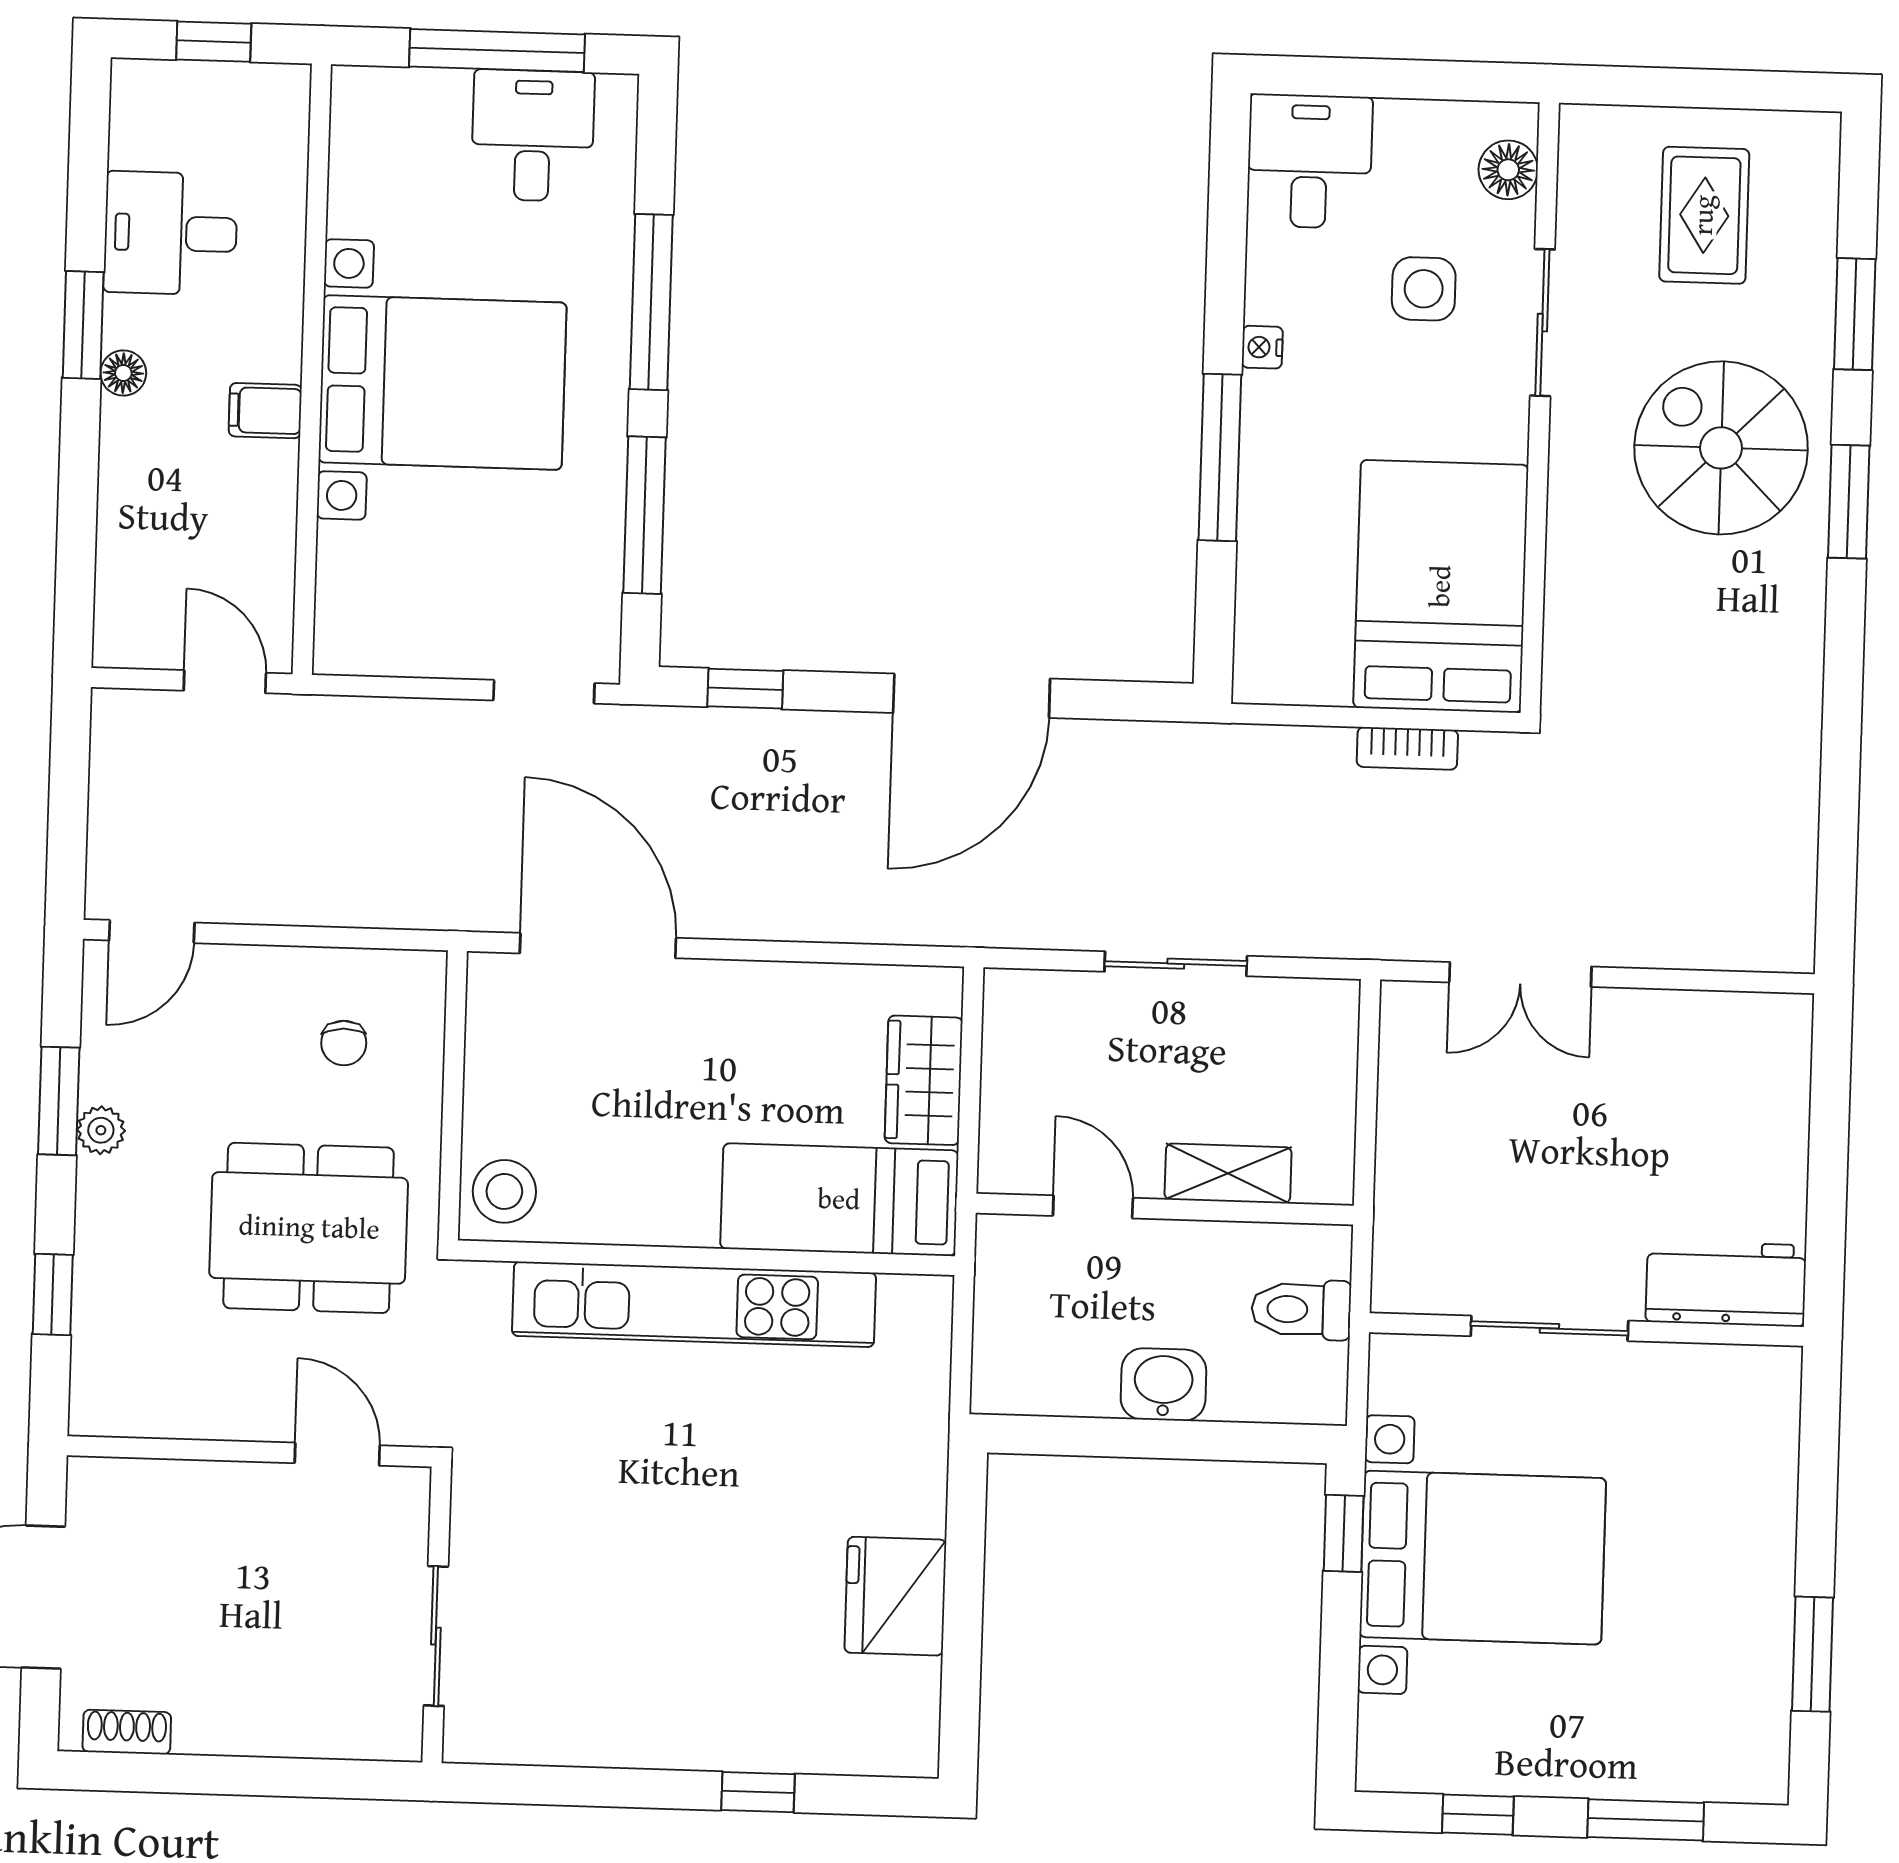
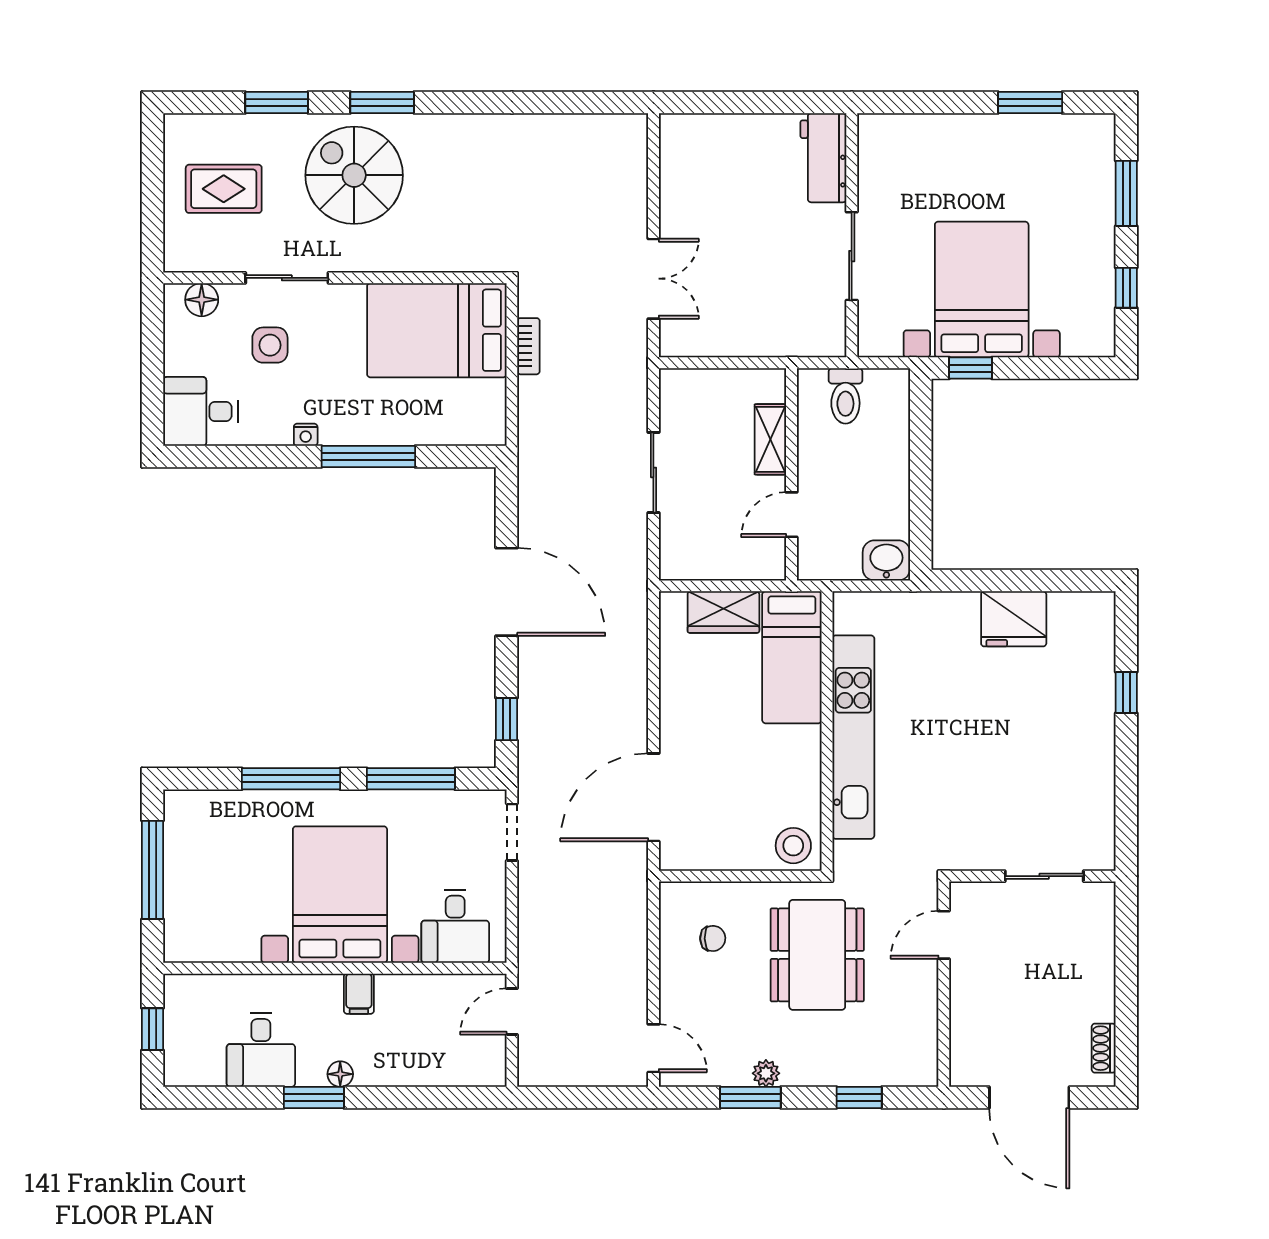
desk: (533, 136) -> (455, 926), moved, turned -90
spiral stairs: (1721, 448) -> (354, 175), turned 90
washbasin: (1163, 1385) -> (886, 560), moved, turned 90

